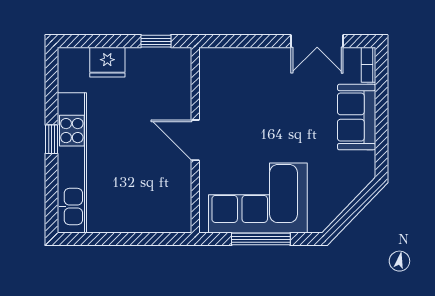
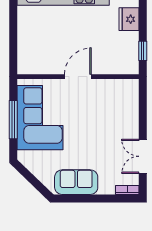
sofa: (357, 117) -> (76, 182), moved

